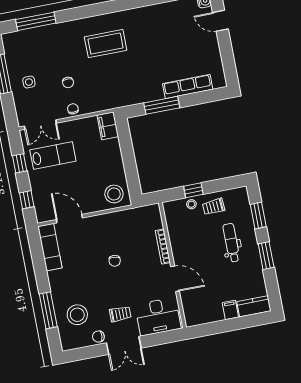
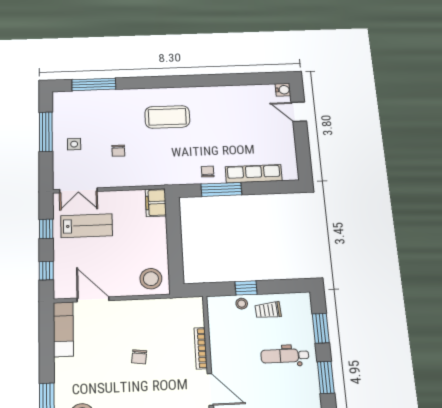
chair: (73, 109) -> (208, 172), moved
dental chair: (231, 243) -> (285, 356), turned -90

